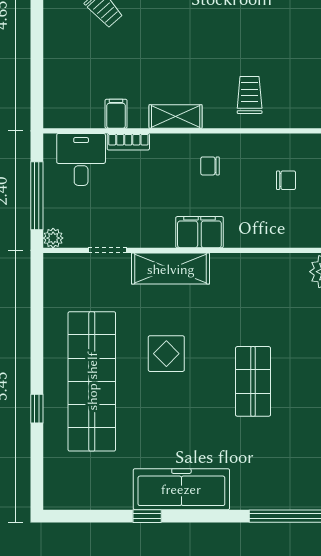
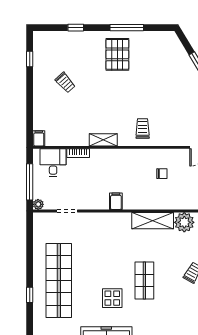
filing cabinet: (116, 114) -> (39, 138), moved
chair: (210, 166) -> (122, 166), removed
filing cabinet: (199, 232) -> (116, 201), width x0.50
shelving: (171, 269) -> (153, 221), moved
display table: (166, 354) -> (112, 298), moved

